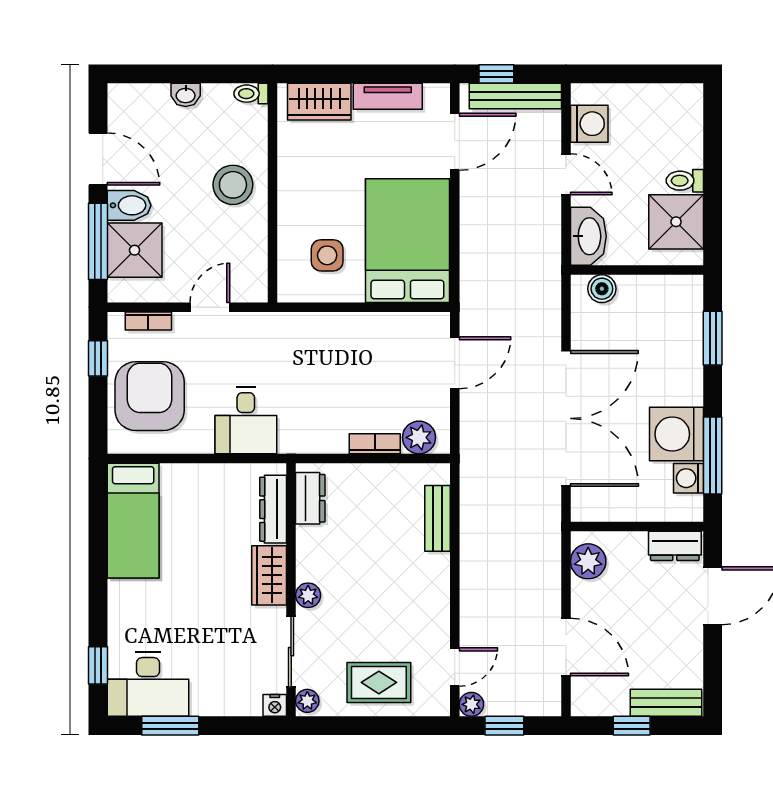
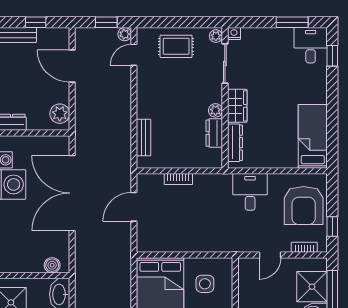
door: (455, 363) -> (134, 207), moved
plant: (419, 437) -> (154, 183), removed
dresser: (310, 498) -> (214, 133), moved
plant: (308, 595) -> (215, 110), moved
desk: (148, 684) -> (311, 45), width x0.73

